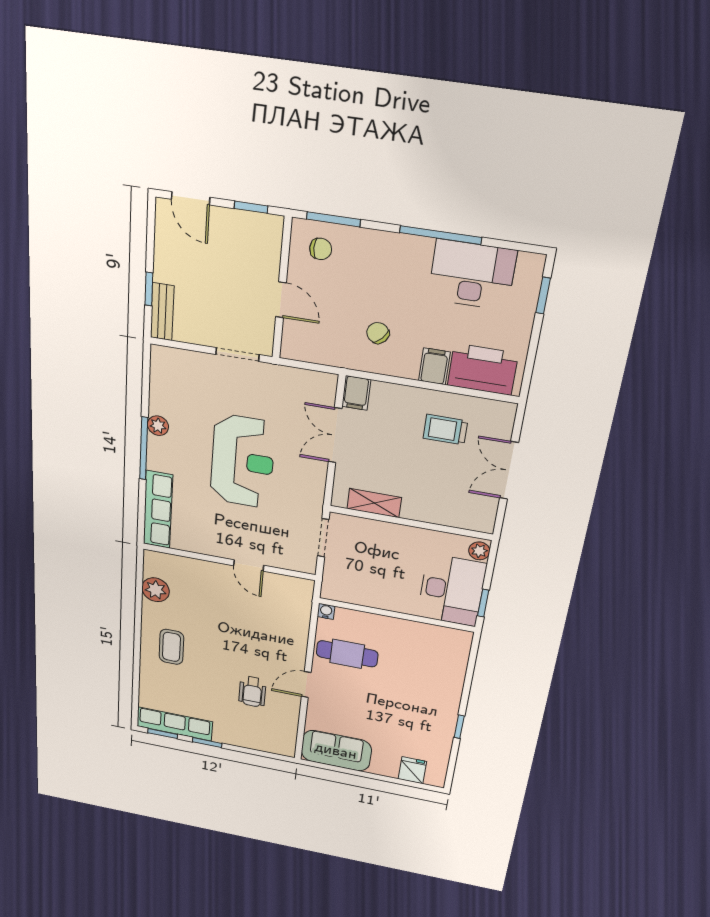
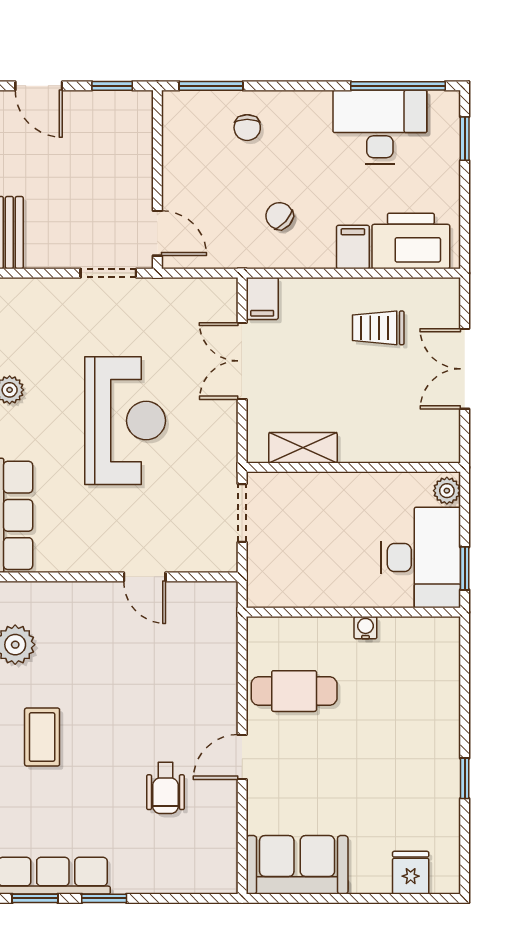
window: (440, 235) -> (398, 86), moved
chair: (321, 249) -> (247, 128), moved, turned 90
door: (281, 300) -> (157, 233), moved
water cooler: (326, 611) -> (365, 628), moved

